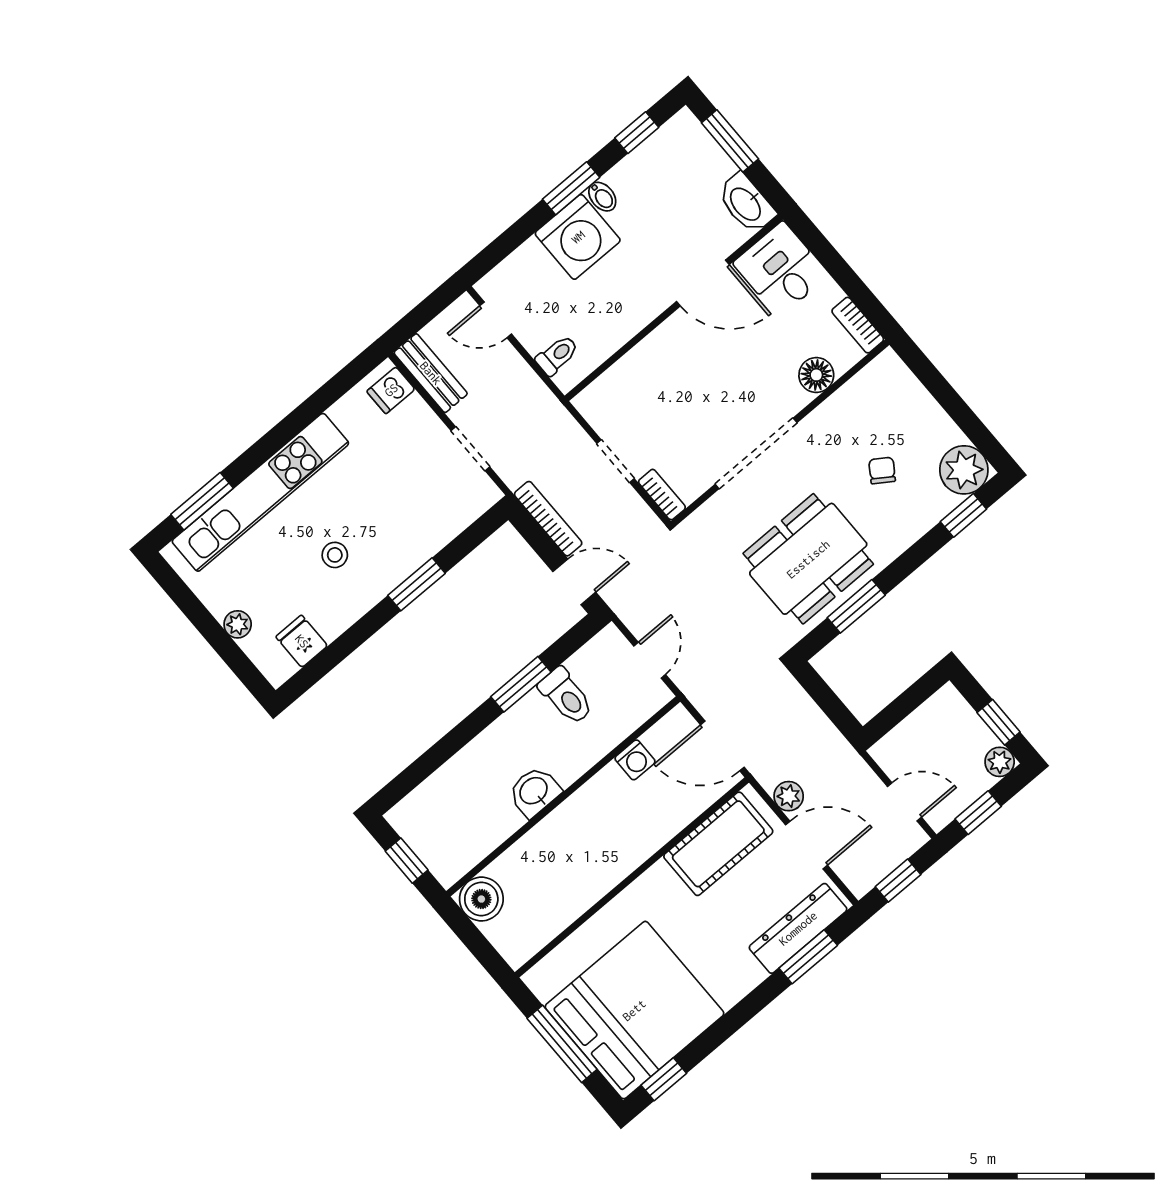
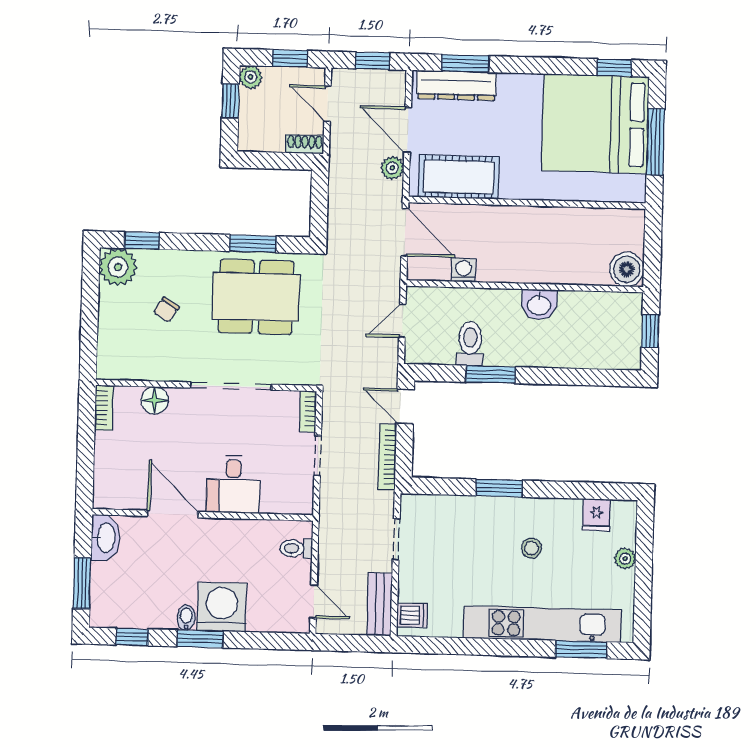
desk: (781, 269) -> (233, 484), moved
shoe rack: (892, 744) -> (305, 144), added

